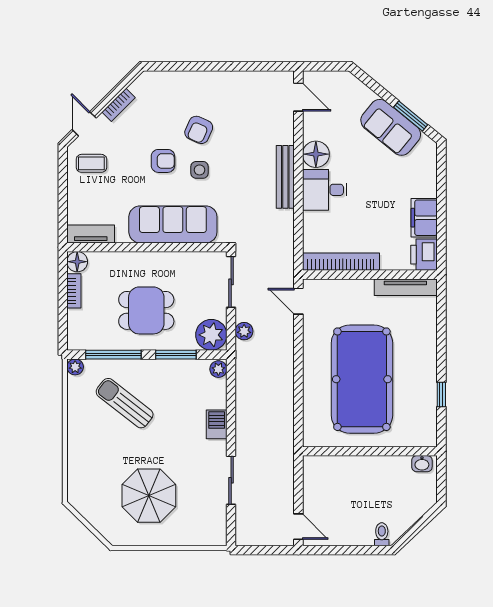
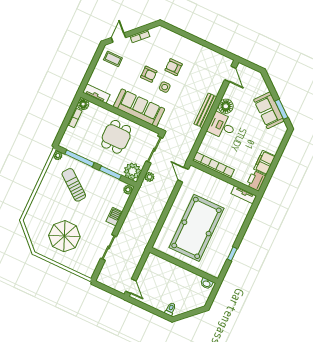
armchair: (199, 130) -> (174, 67), turned 66
tv unit: (405, 287) -> (244, 195), width x0.71
dining table: (146, 310) -> (116, 137), moved, turned 90

